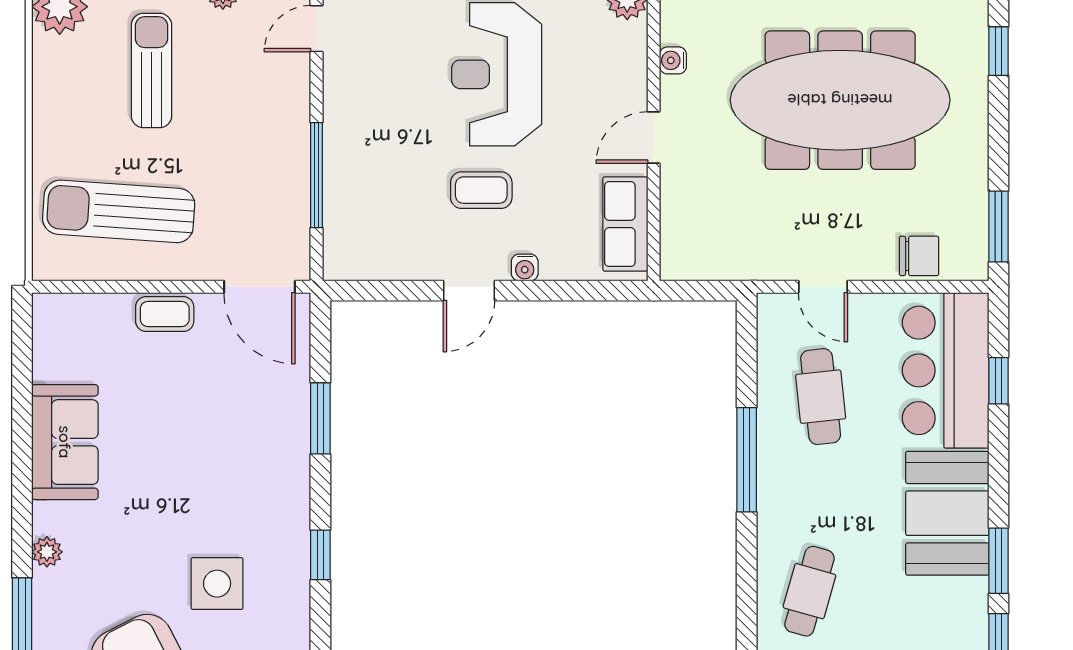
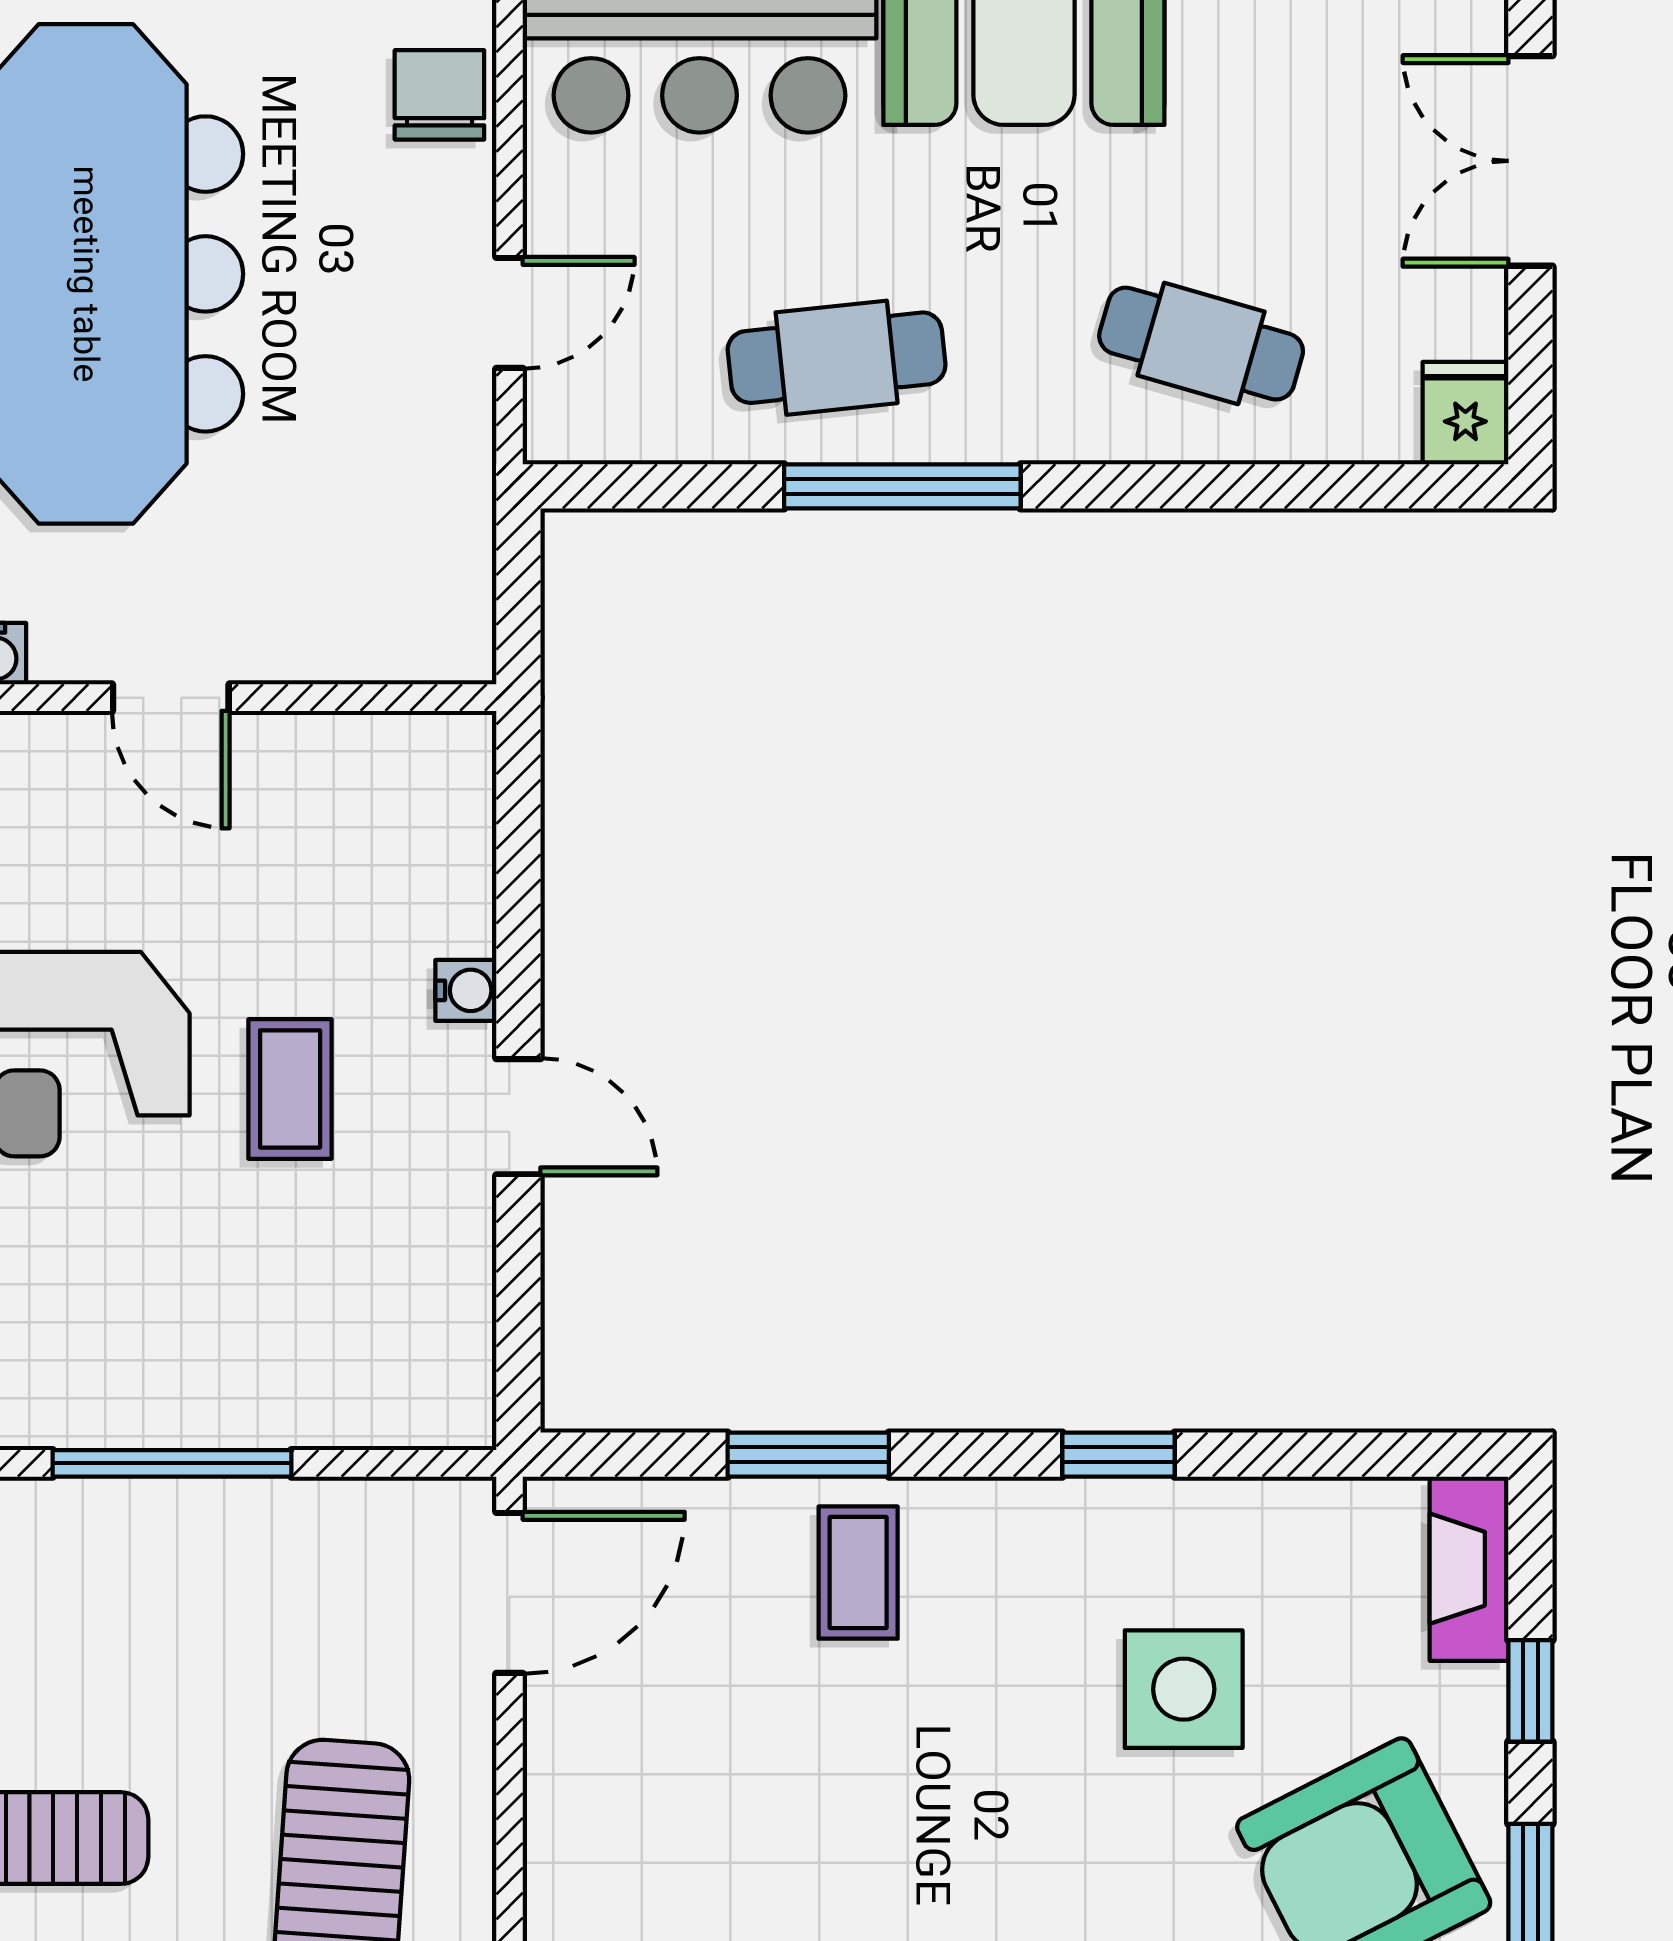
window: (316, 175) -> (172, 1463), moved
row of seats: (625, 224) -> (367, 762), removed
coffee table: (165, 314) -> (858, 1573), moved
cafe table: (821, 397) -> (837, 358), moved

